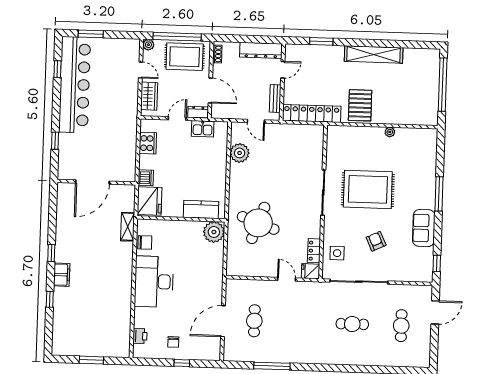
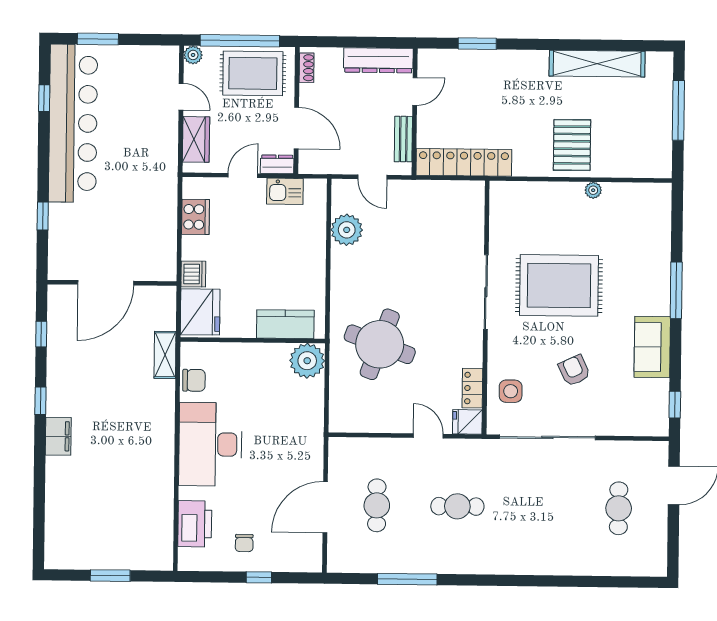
shelving: (374, 54) -> (597, 64), moved
window: (443, 85) -> (678, 110), width x0.68
pallet: (360, 105) -> (572, 145), moved
window: (50, 299) -> (41, 334), moved
cafe table: (352, 324) -> (457, 506), moved
printer: (140, 336) -> (195, 524), width x1.87, depth x1.48

